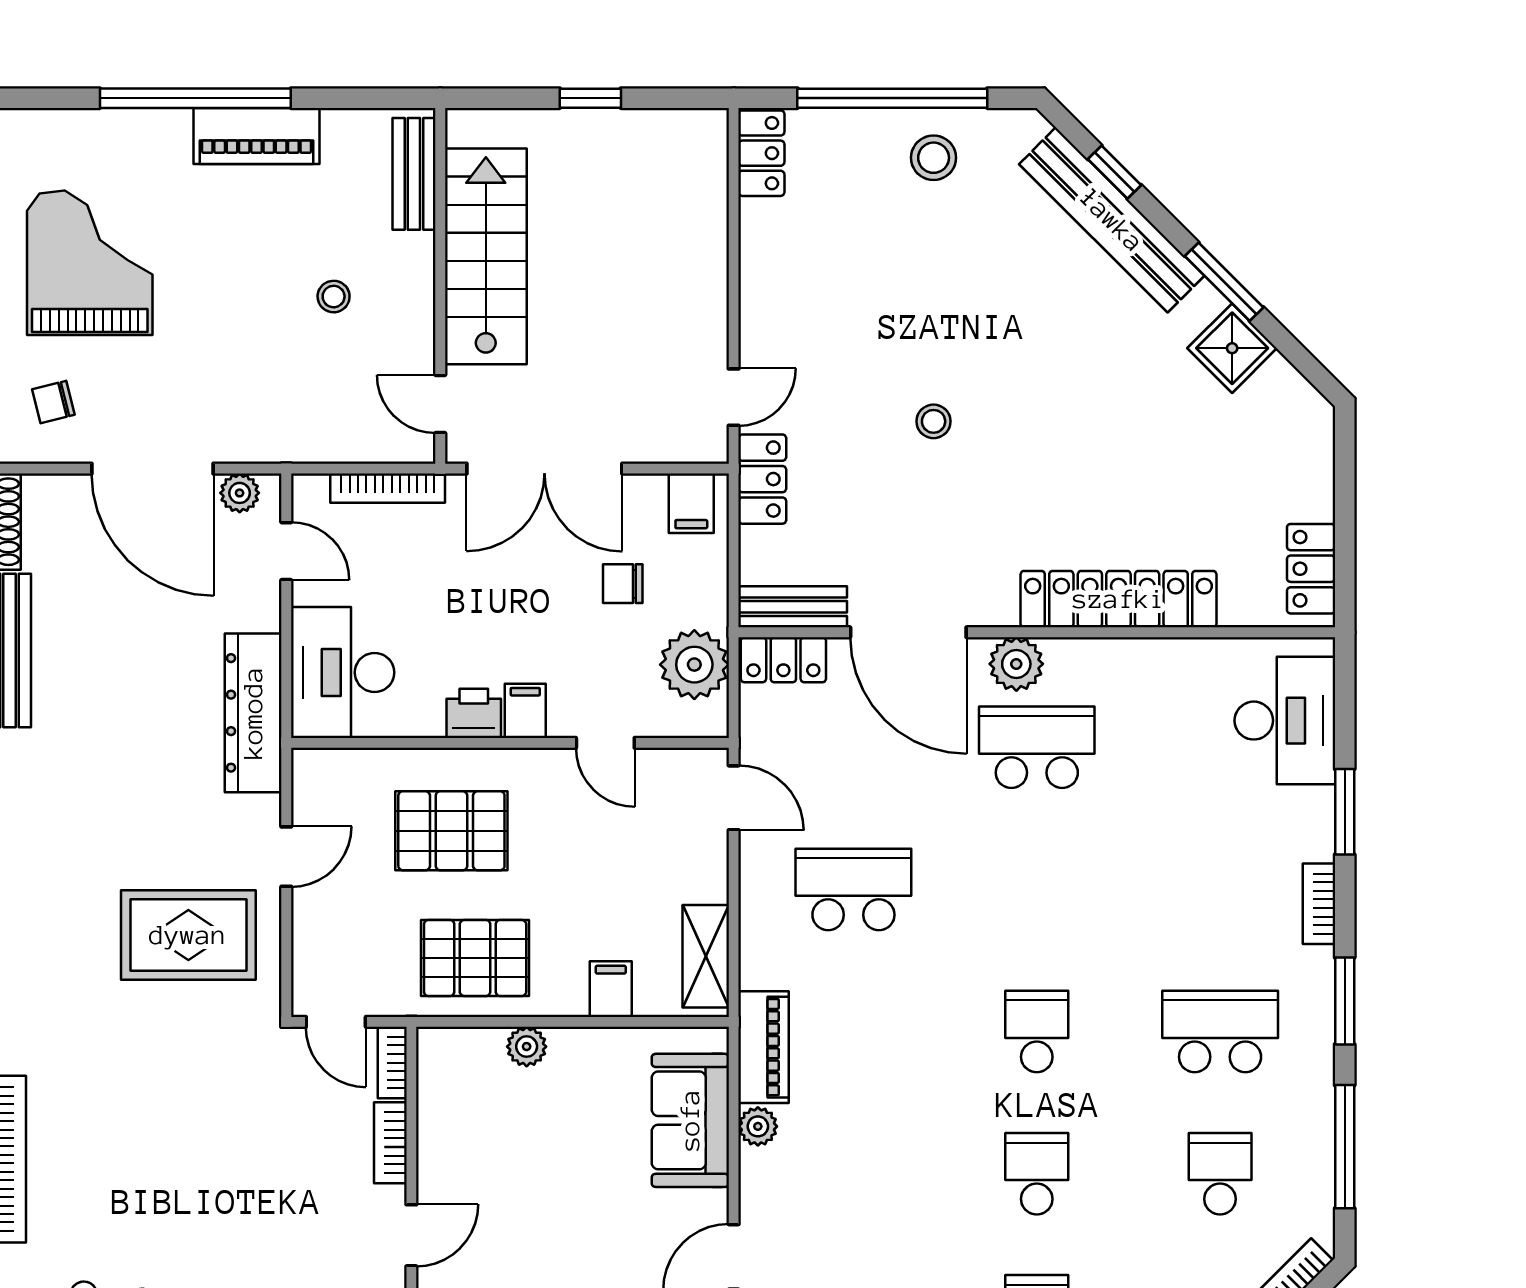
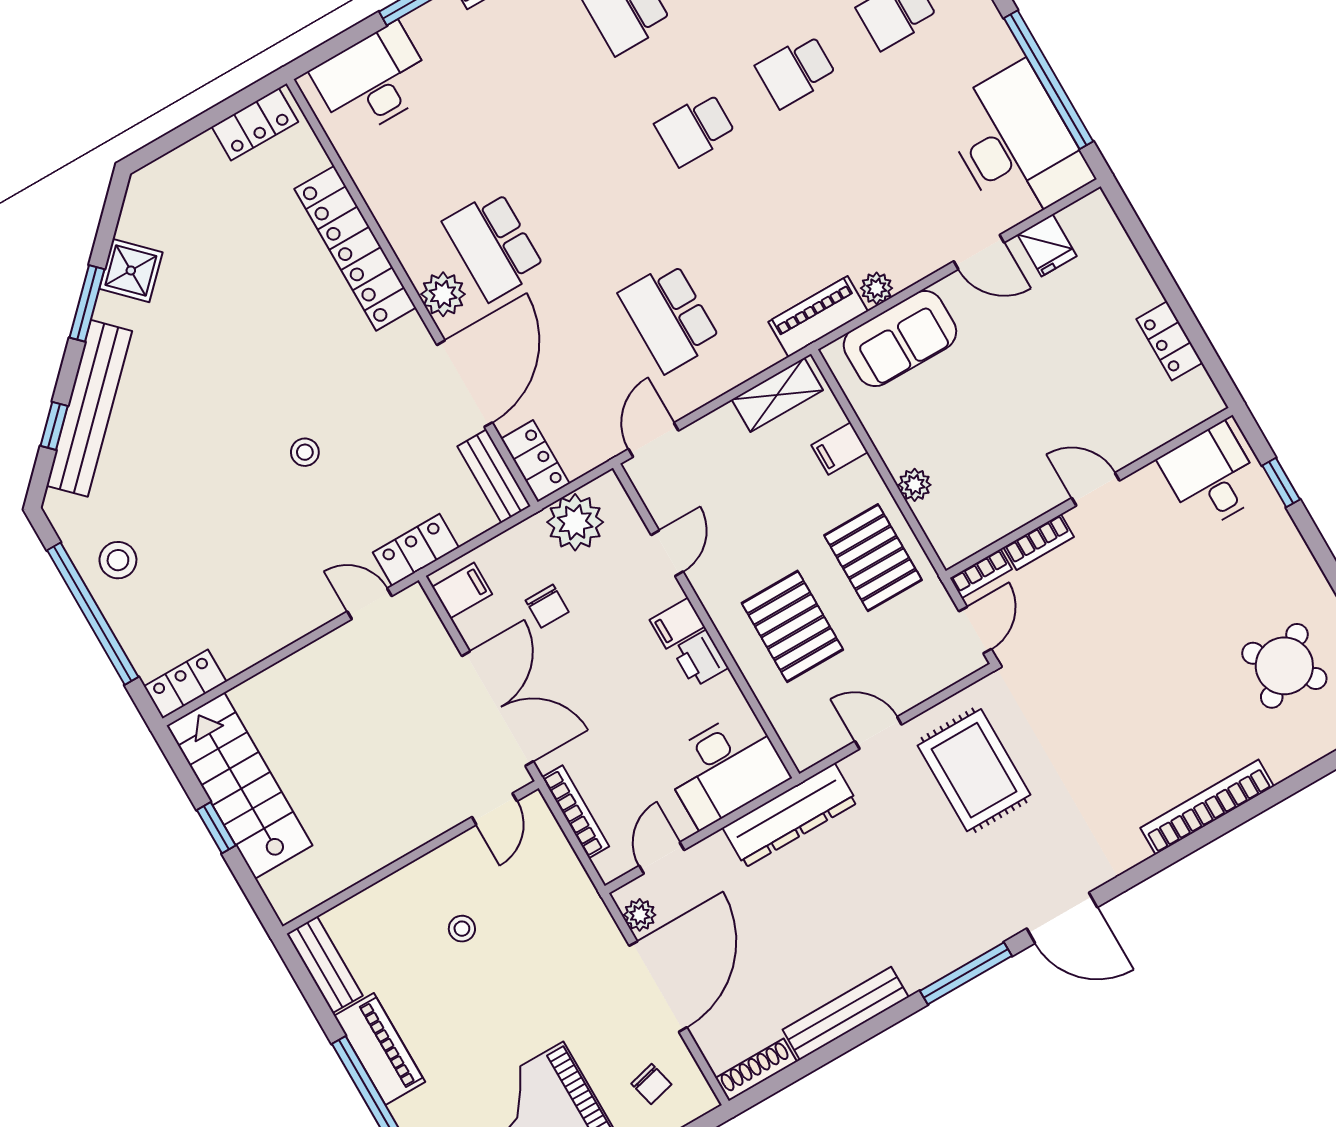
bench: (414, 174) -> (325, 965), moved, turned 90
stairs: (486, 256) -> (240, 786), moved, turned 90

